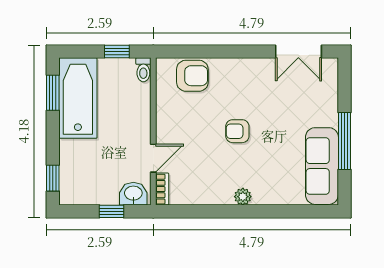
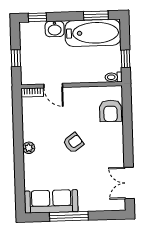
armchair: (237, 131) -> (73, 143), turned 55
washbasin: (133, 194) -> (55, 29), moved, turned 90

